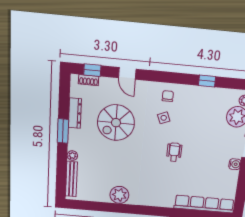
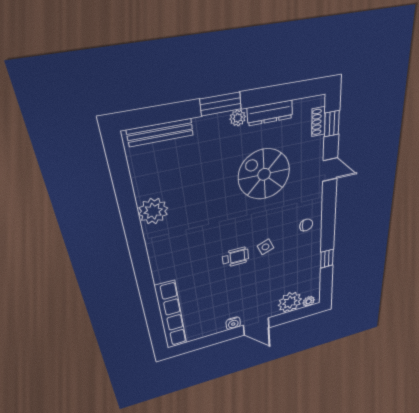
door: (127, 73) -> (330, 170), swing flipped
side table: (164, 118) -> (265, 247), moved
window: (63, 131) -> (221, 104), moved
plant: (72, 156) -> (238, 118), moved

